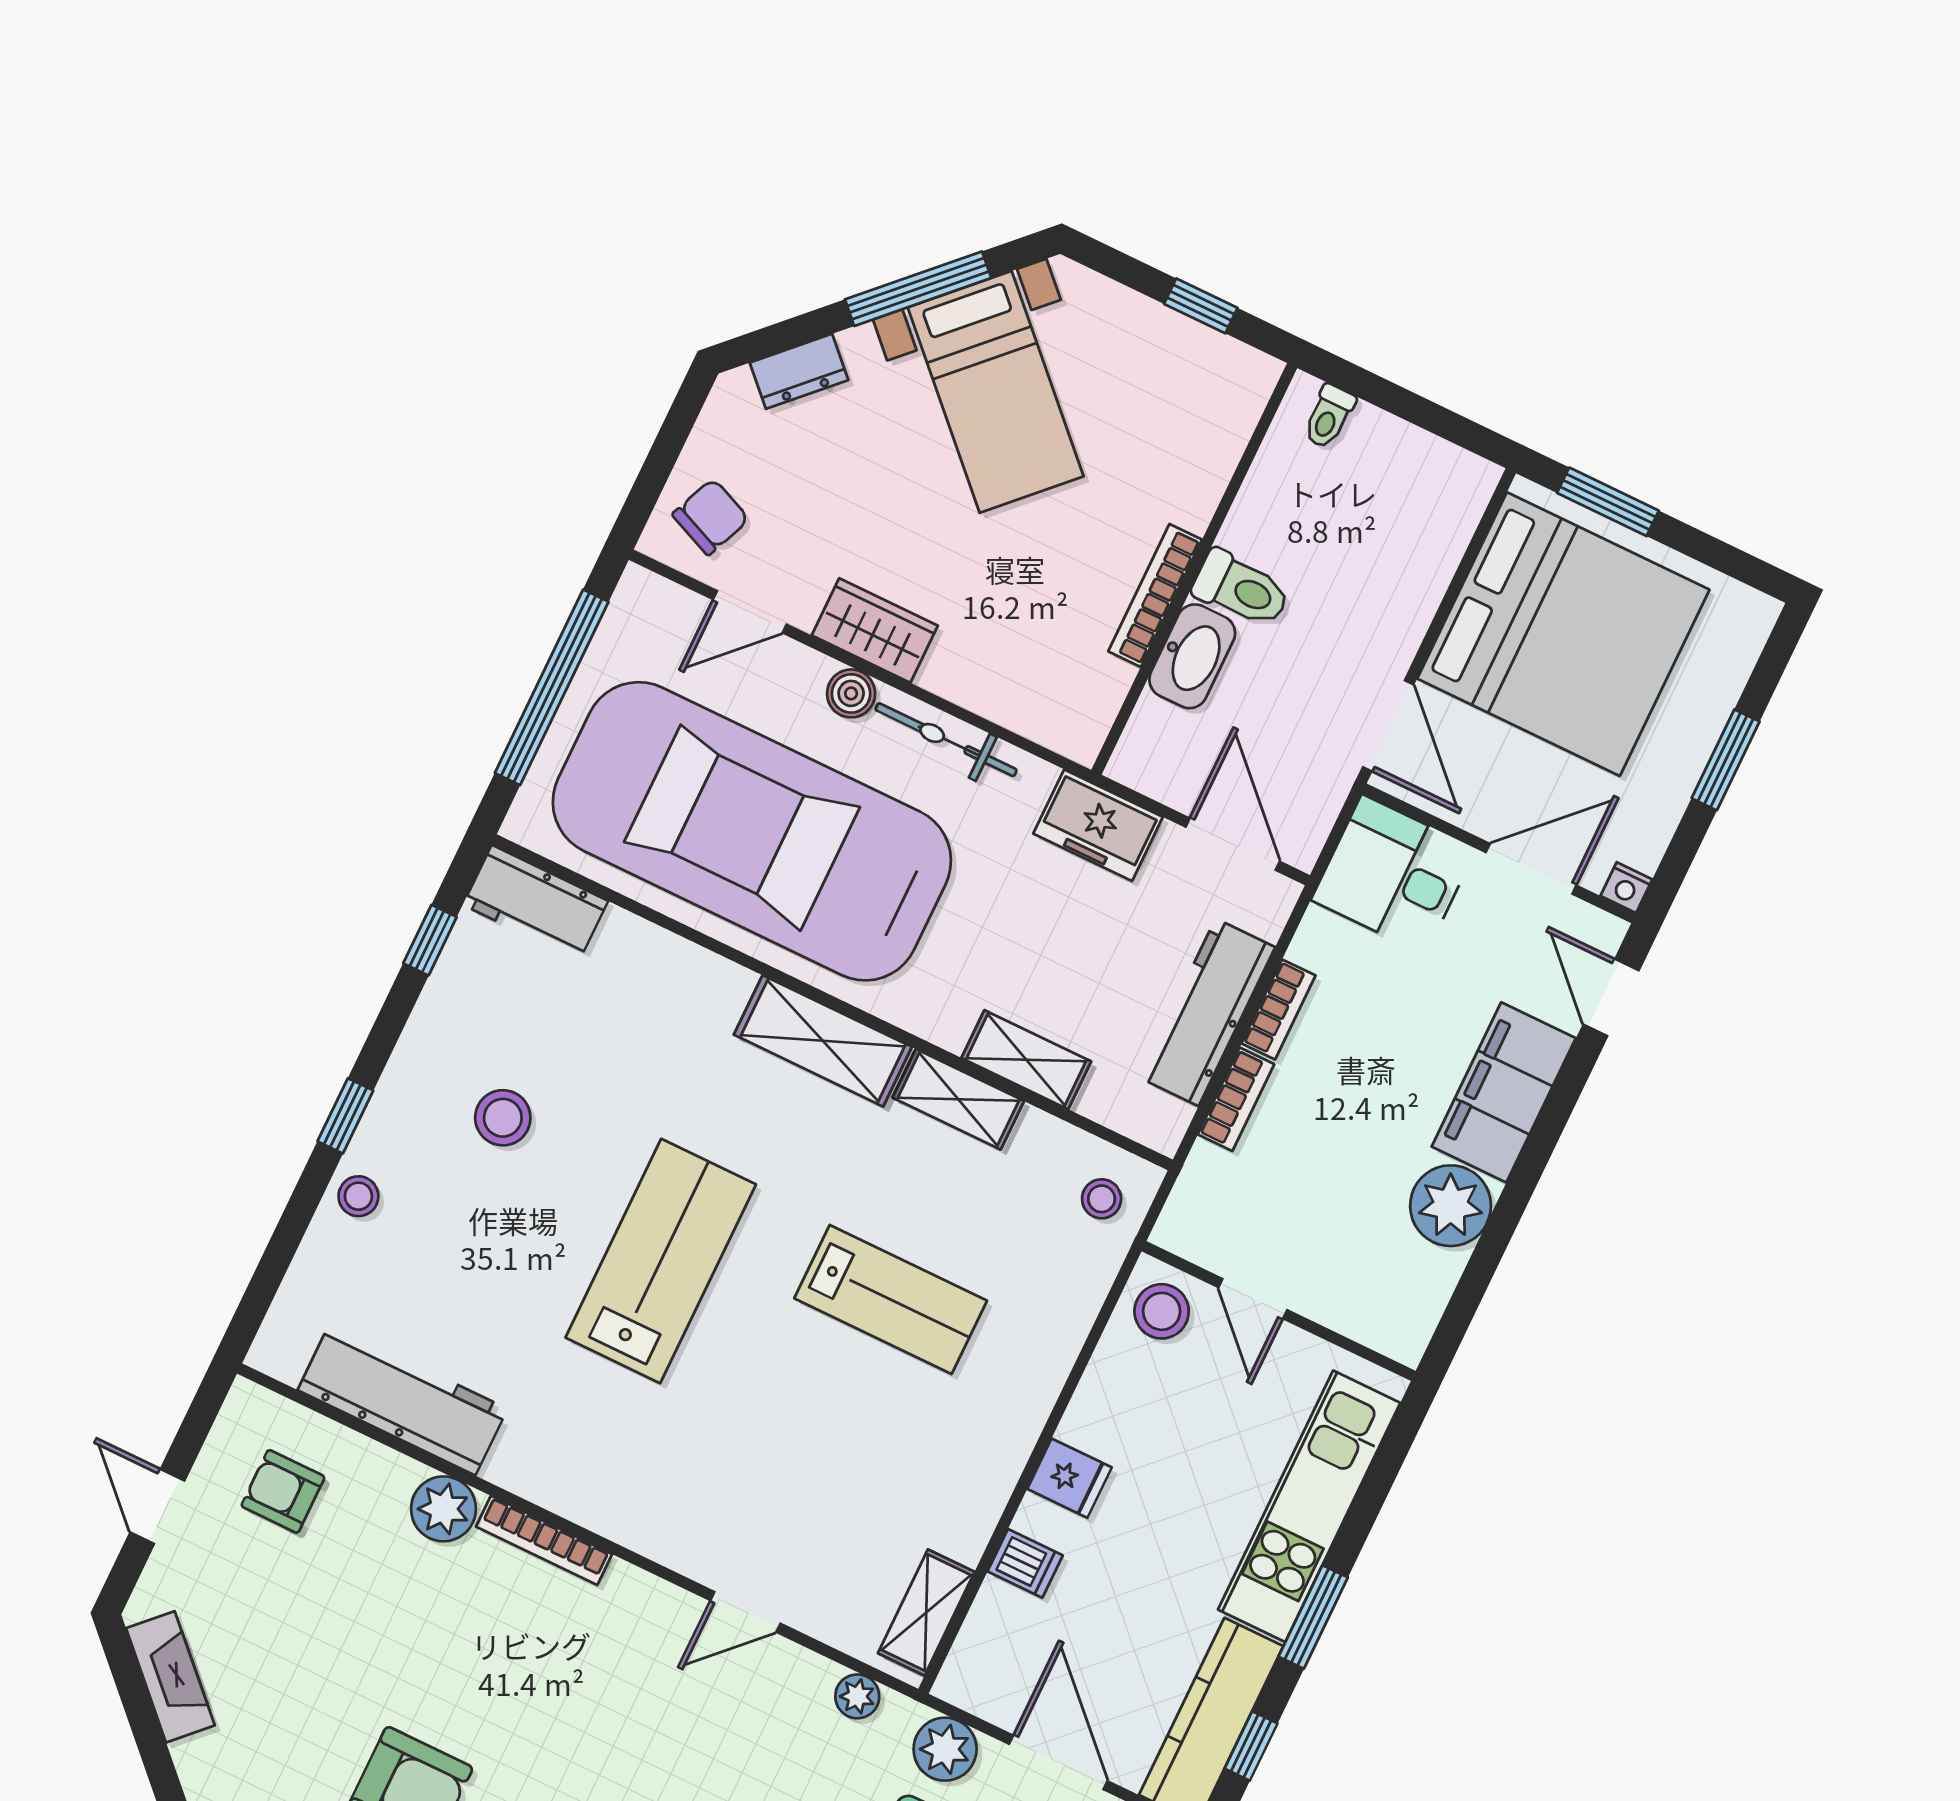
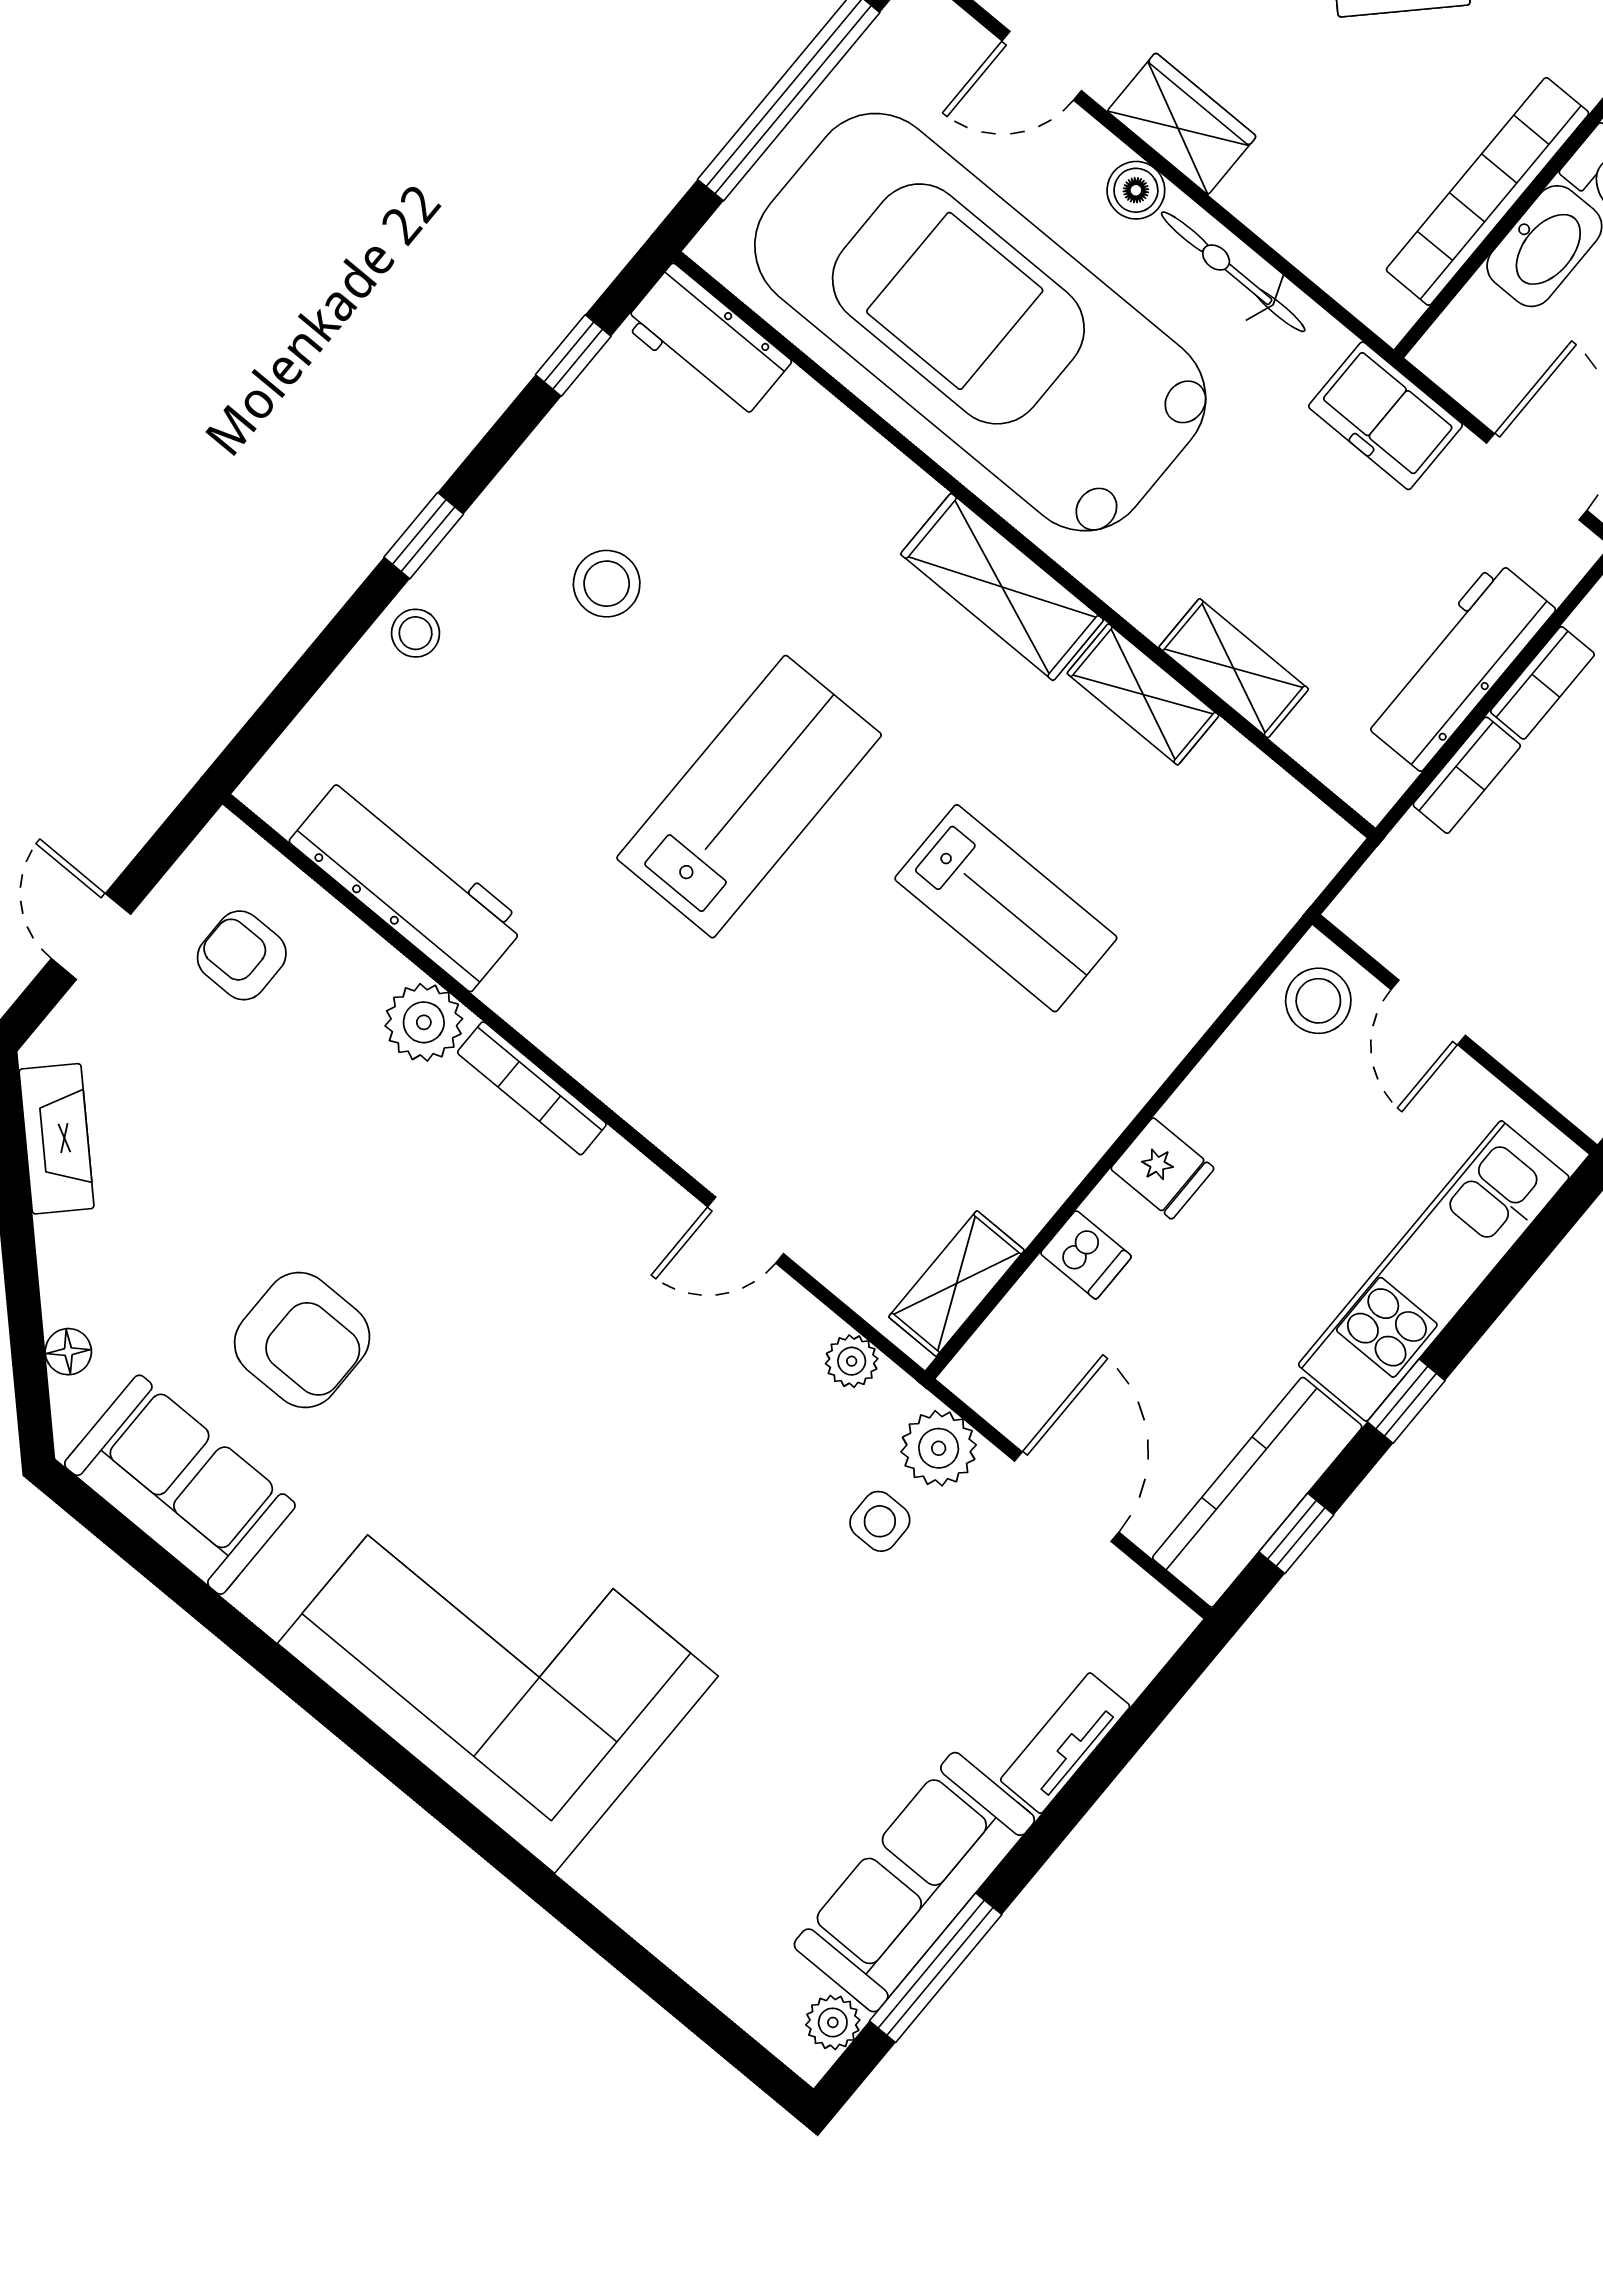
bookcase: (1155, 595) -> (1488, 191), width x1.48, depth x1.31
stool: (1102, 1199) -> (1281, 852), removed
window: (1313, 1617) -> (1406, 1401), width x0.67

